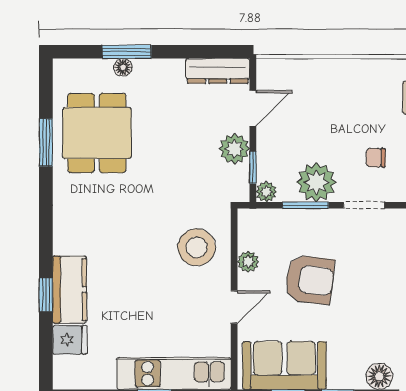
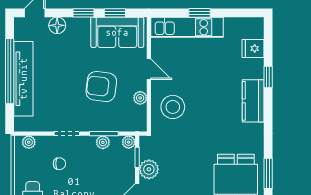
plant: (316, 182) -> (103, 142), width x0.53, depth x0.53
kitchen counter: (69, 290) -> (253, 101), moved
door: (234, 307) -> (149, 69), swing flipped

